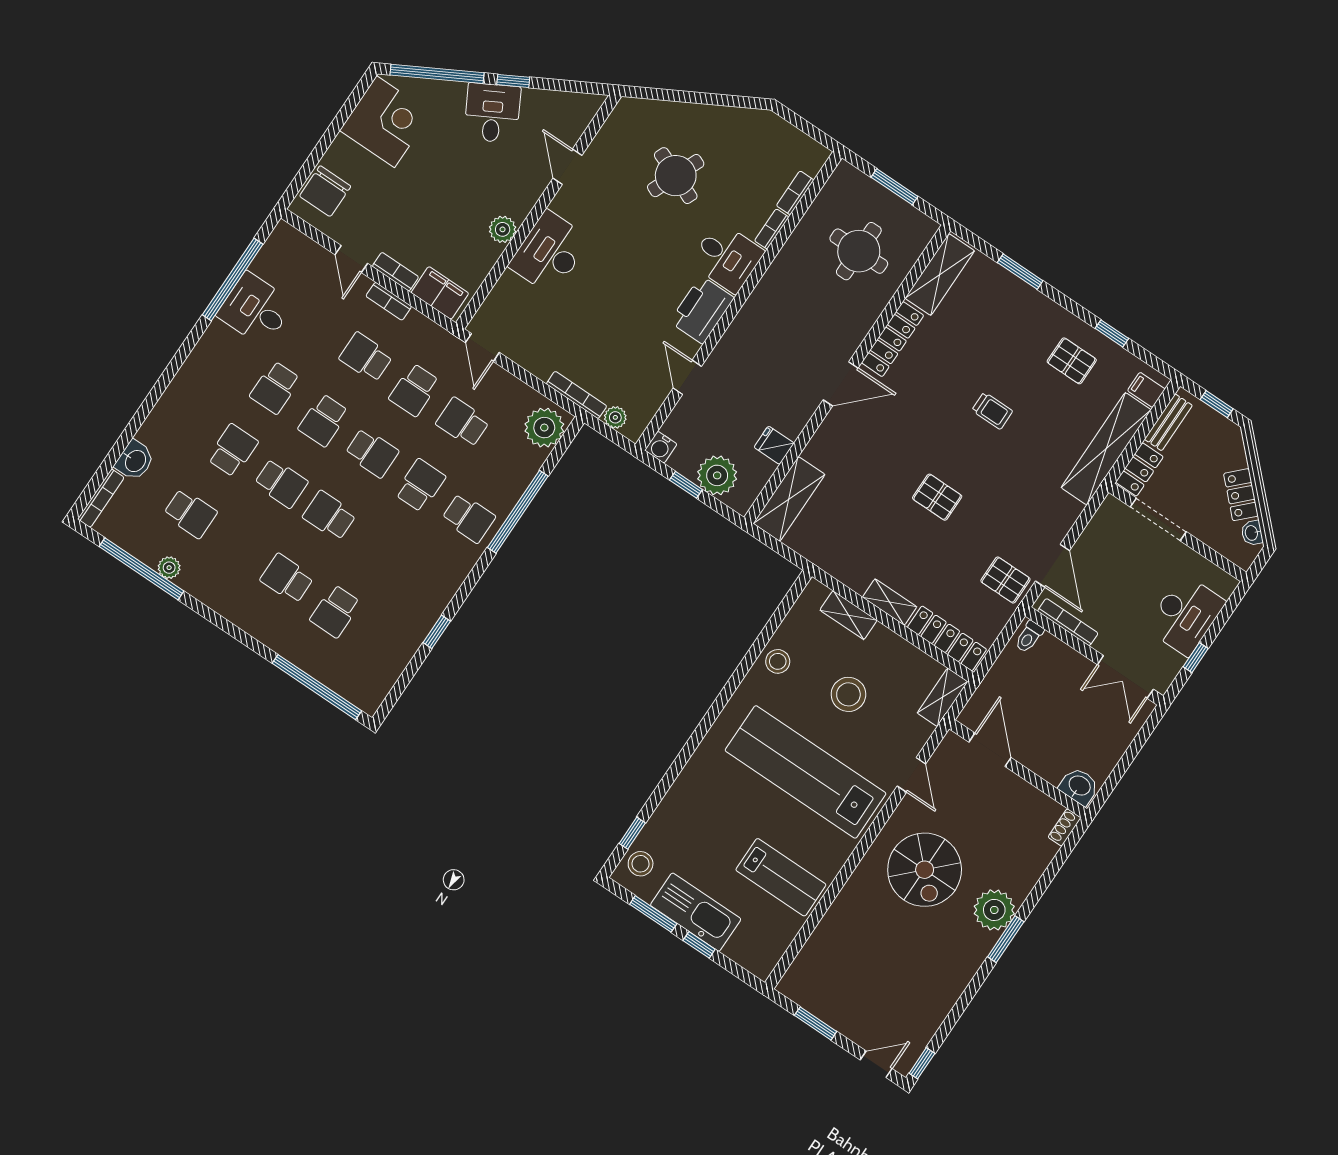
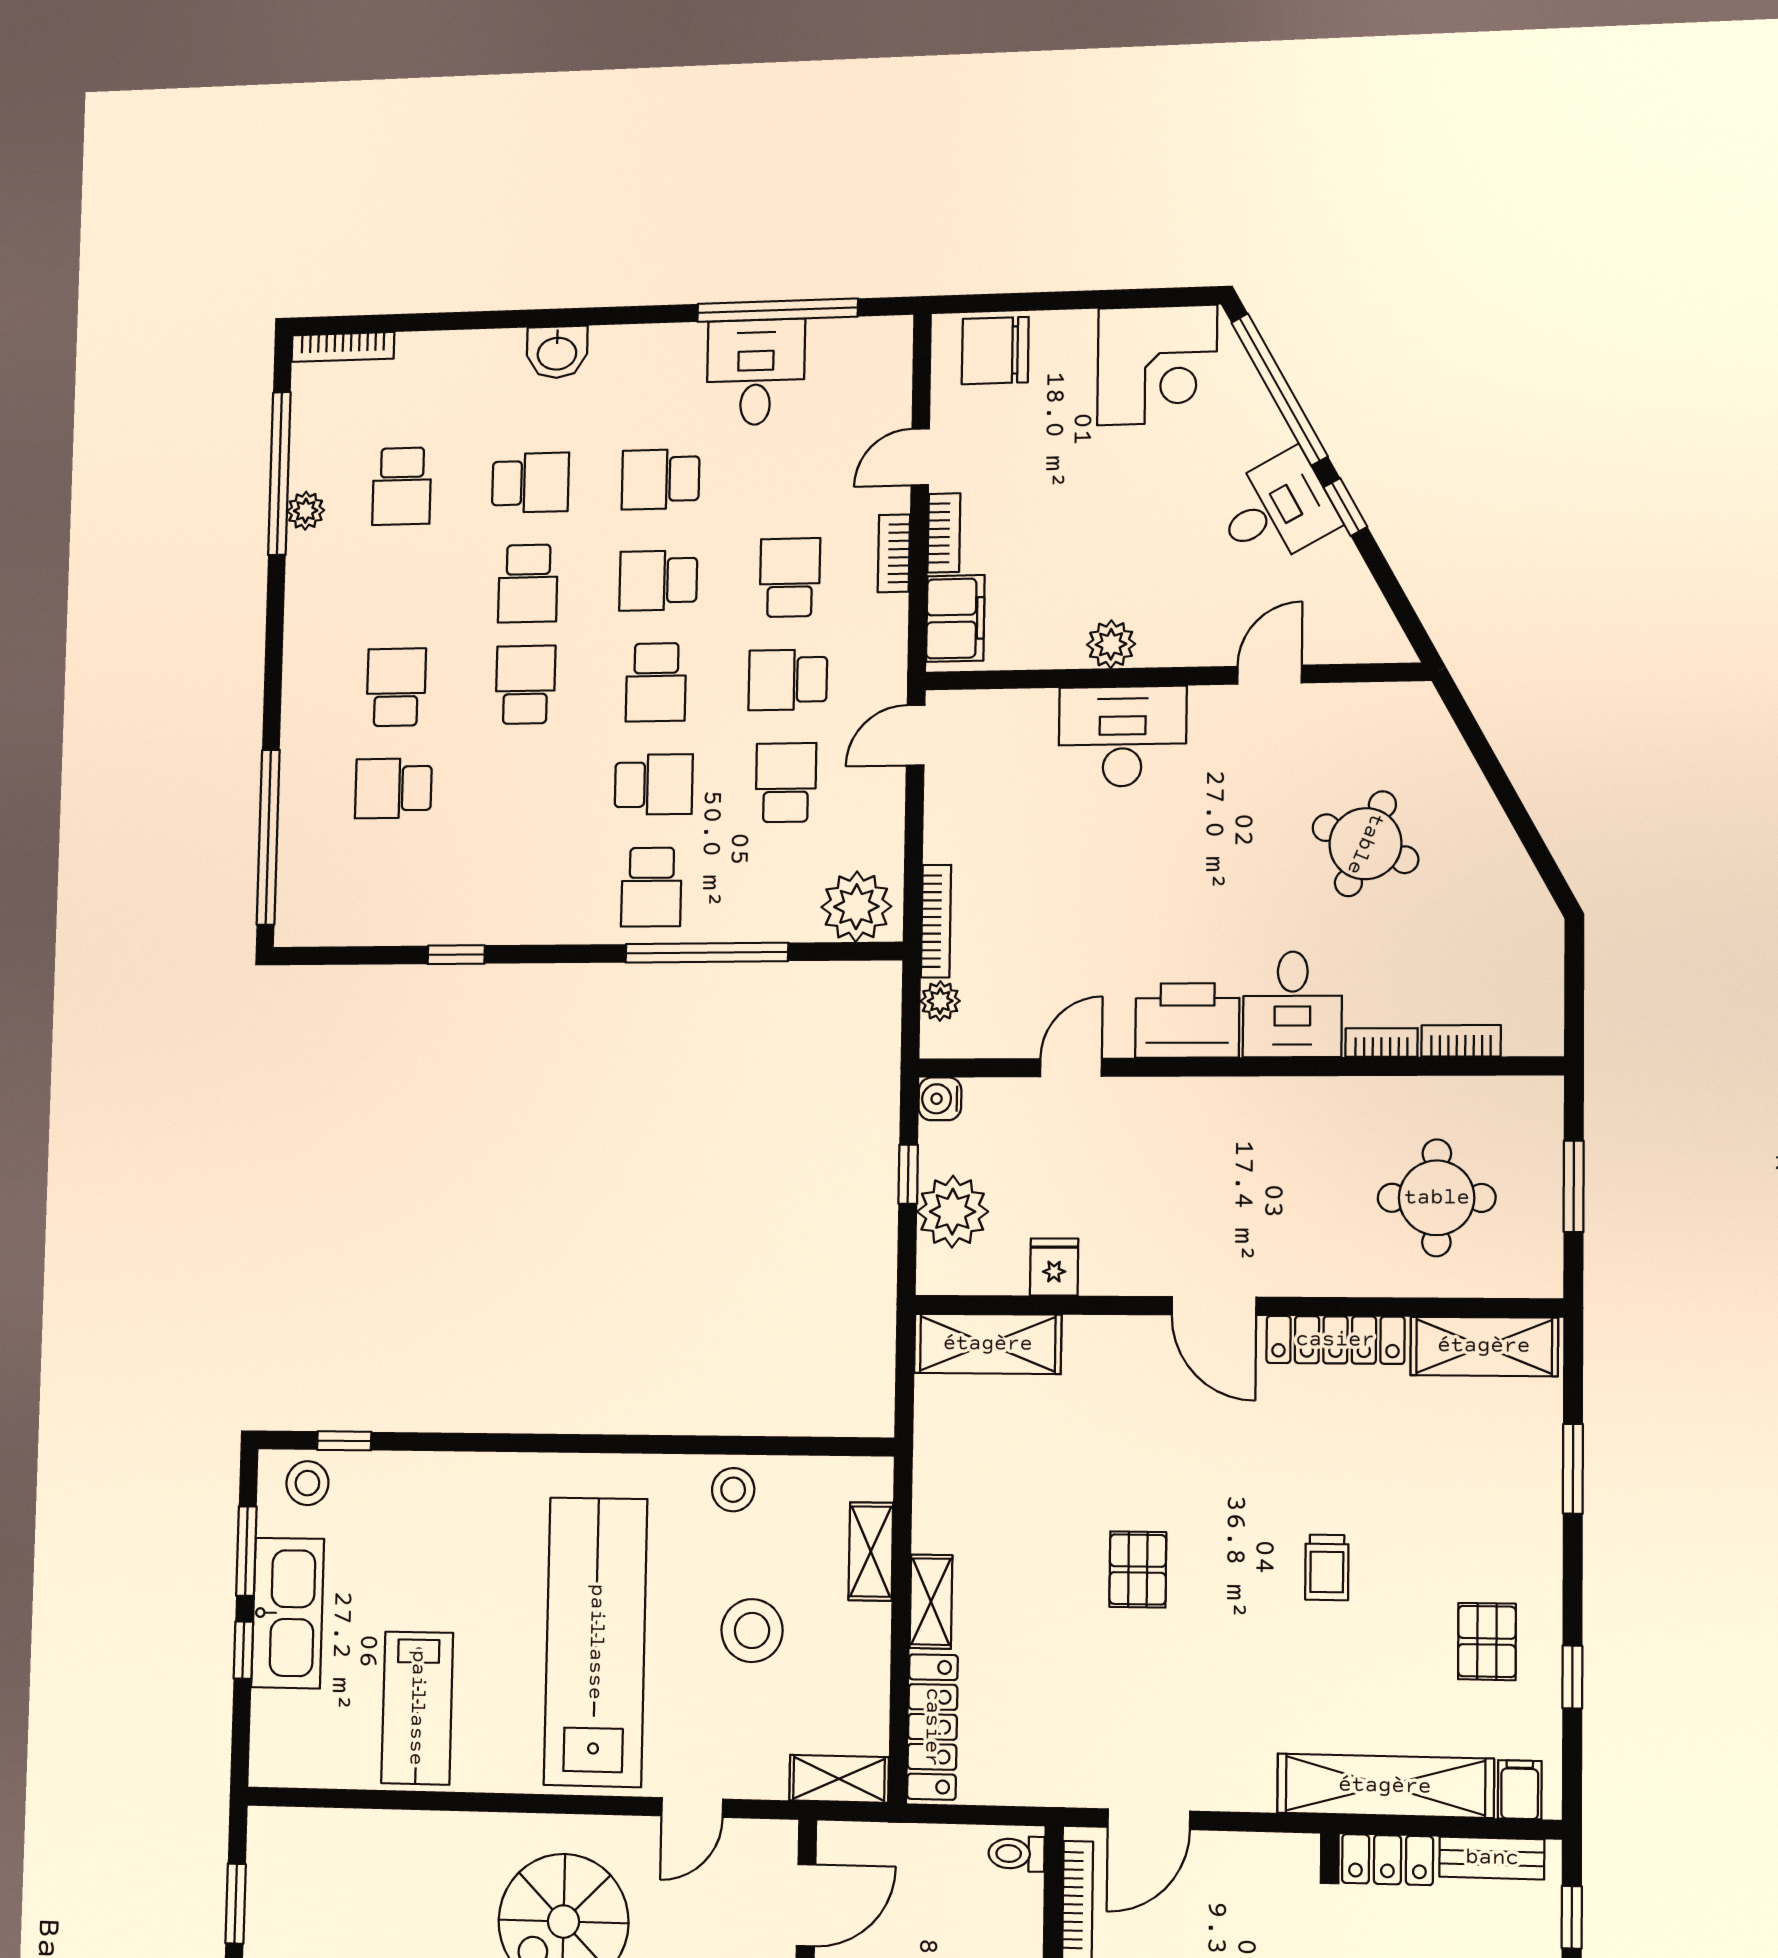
washbasin: (135, 461) -> (557, 352), moved
pallet: (1005, 580) -> (1080, 1760), removed

